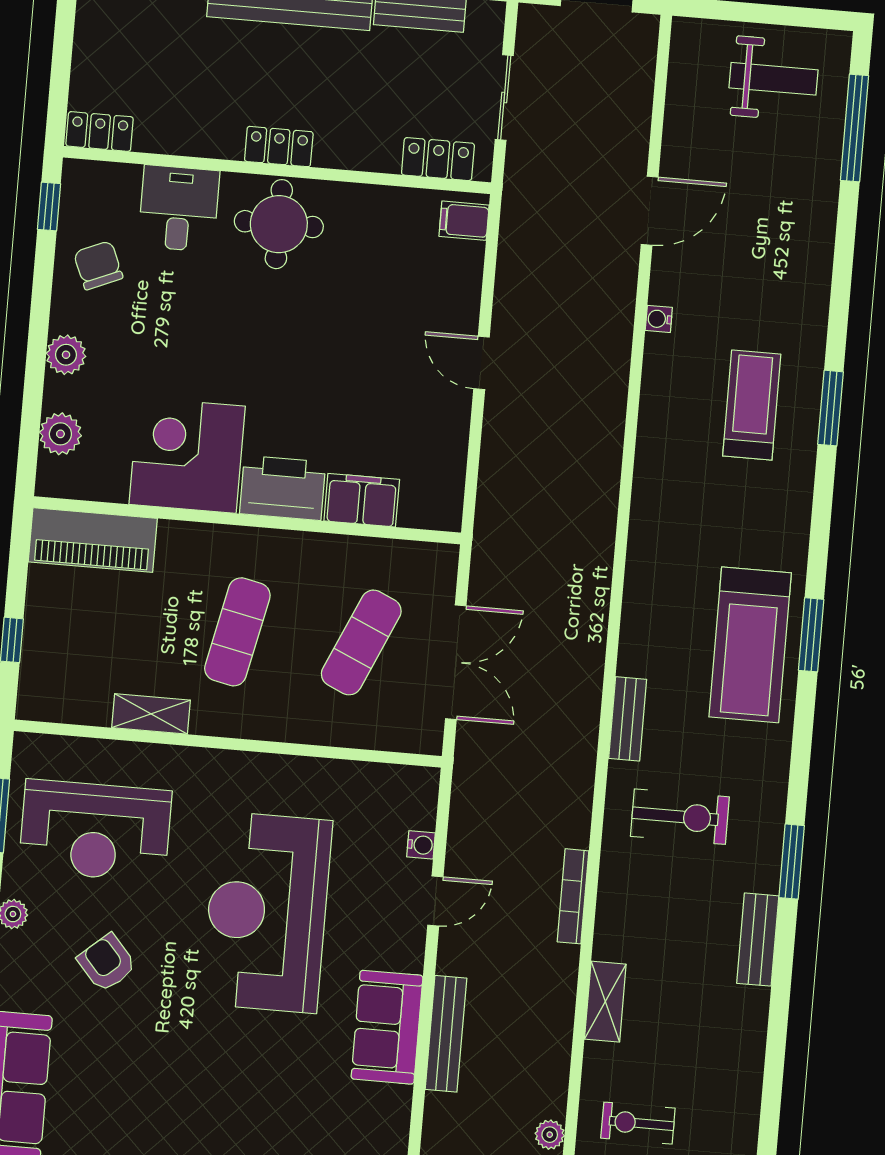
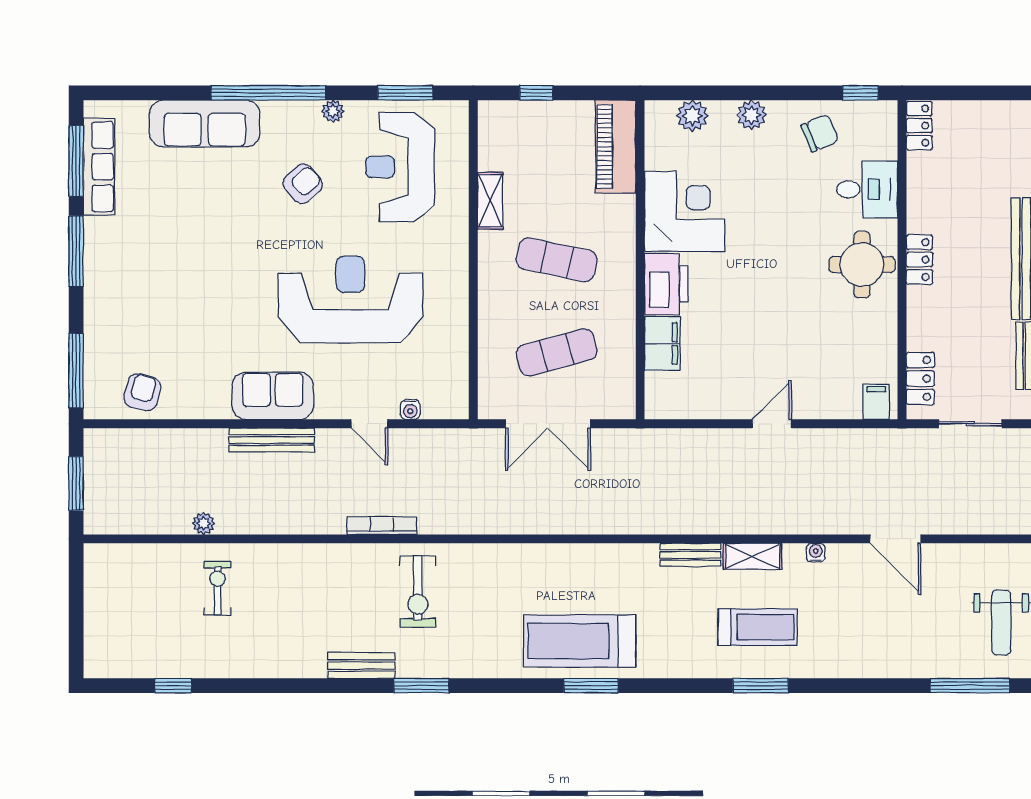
exercise mat: (361, 642) -> (557, 352), turned -39
bench: (628, 719) -> (690, 555), moved
exercise bike: (680, 817) -> (418, 591), moved
shelving: (605, 1002) -> (752, 556), moved

